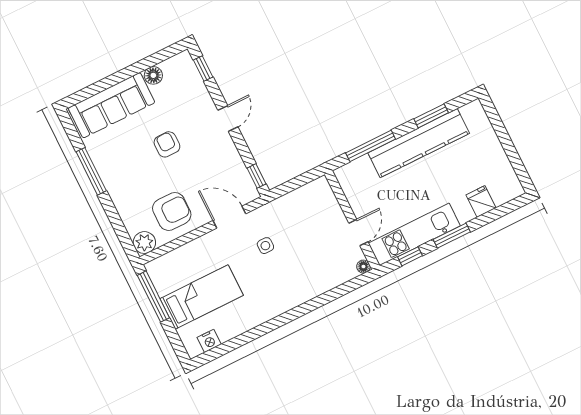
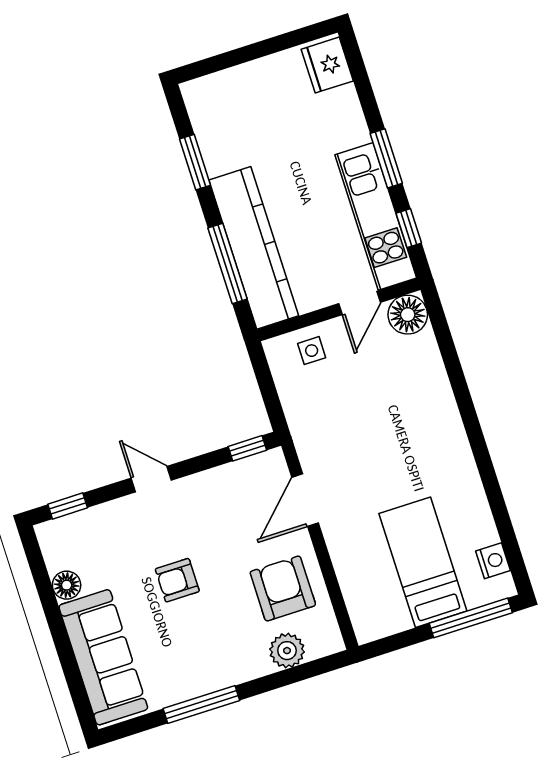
kitchen counter: (419, 143) -> (254, 248), moved
fridge: (481, 201) -> (327, 65), moved, width x1.38
door: (358, 233) -> (360, 303), swing flipped
plant: (144, 243) -> (287, 651), moved
side table: (265, 246) -> (312, 351), moved
floor lamp: (363, 267) -> (408, 315), width x1.89, depth x1.89
window: (153, 297) -> (471, 618), moved

